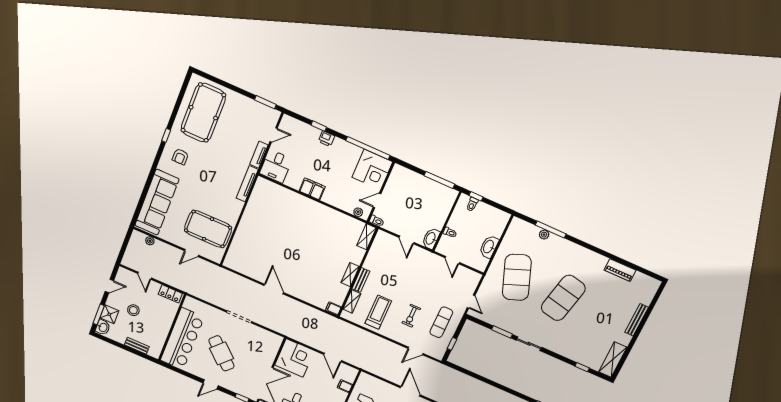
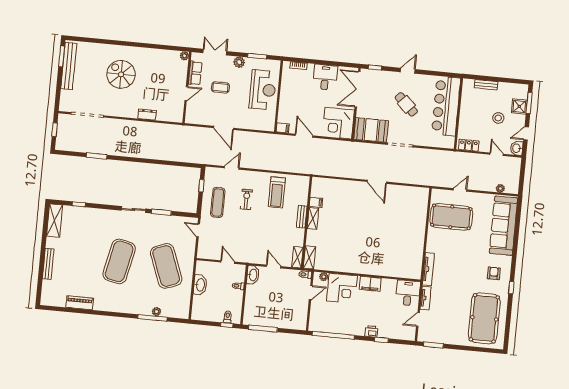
corner desk: (372, 170) -> (342, 288), moved, turned 180
shelving: (352, 301) -> (297, 257), moved
filing cabinet: (333, 309) -> (316, 202), moved
washbasin: (103, 327) -> (517, 148), moved
booth: (264, 341) -> (371, 130), added
cafe table: (221, 353) -> (406, 104), width x0.73, depth x0.74
filing cabinet: (345, 386) -> (283, 128), moved

